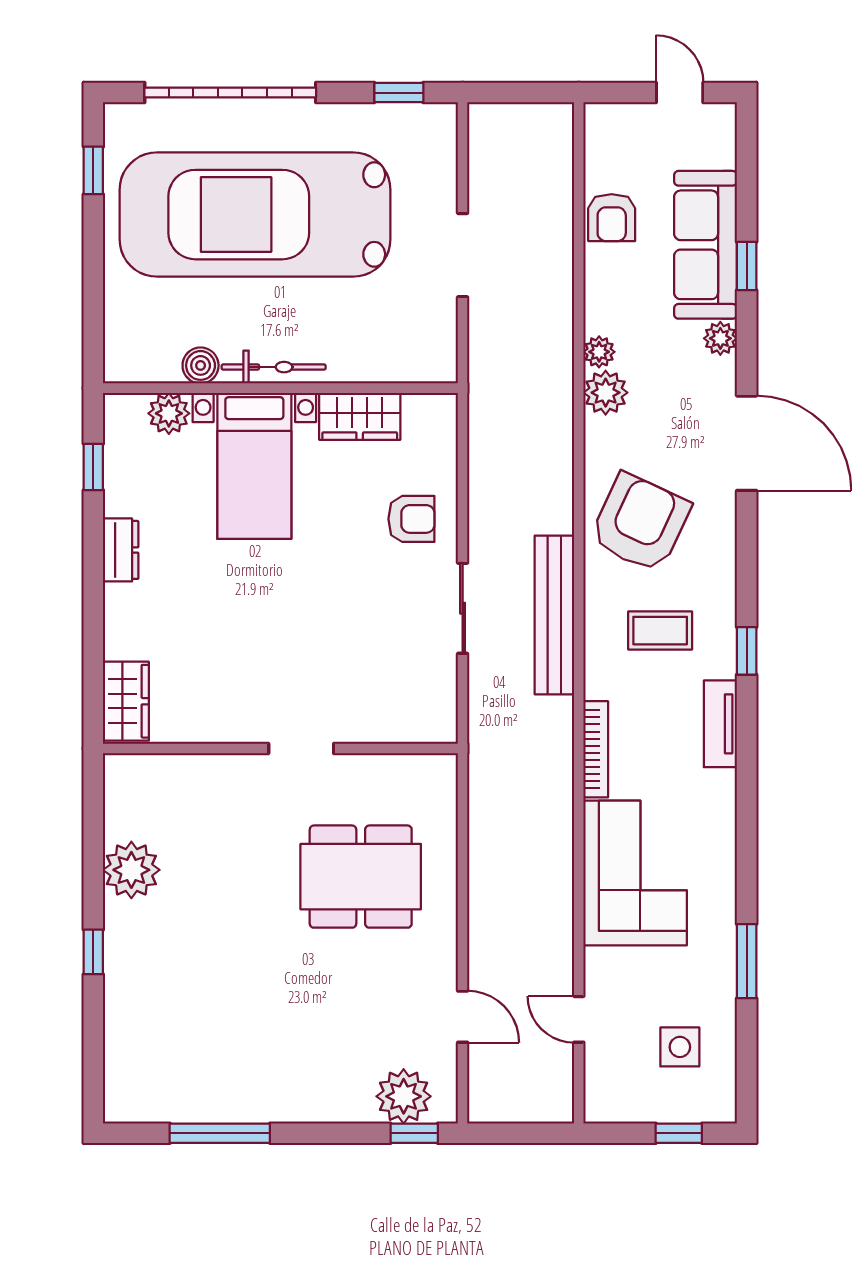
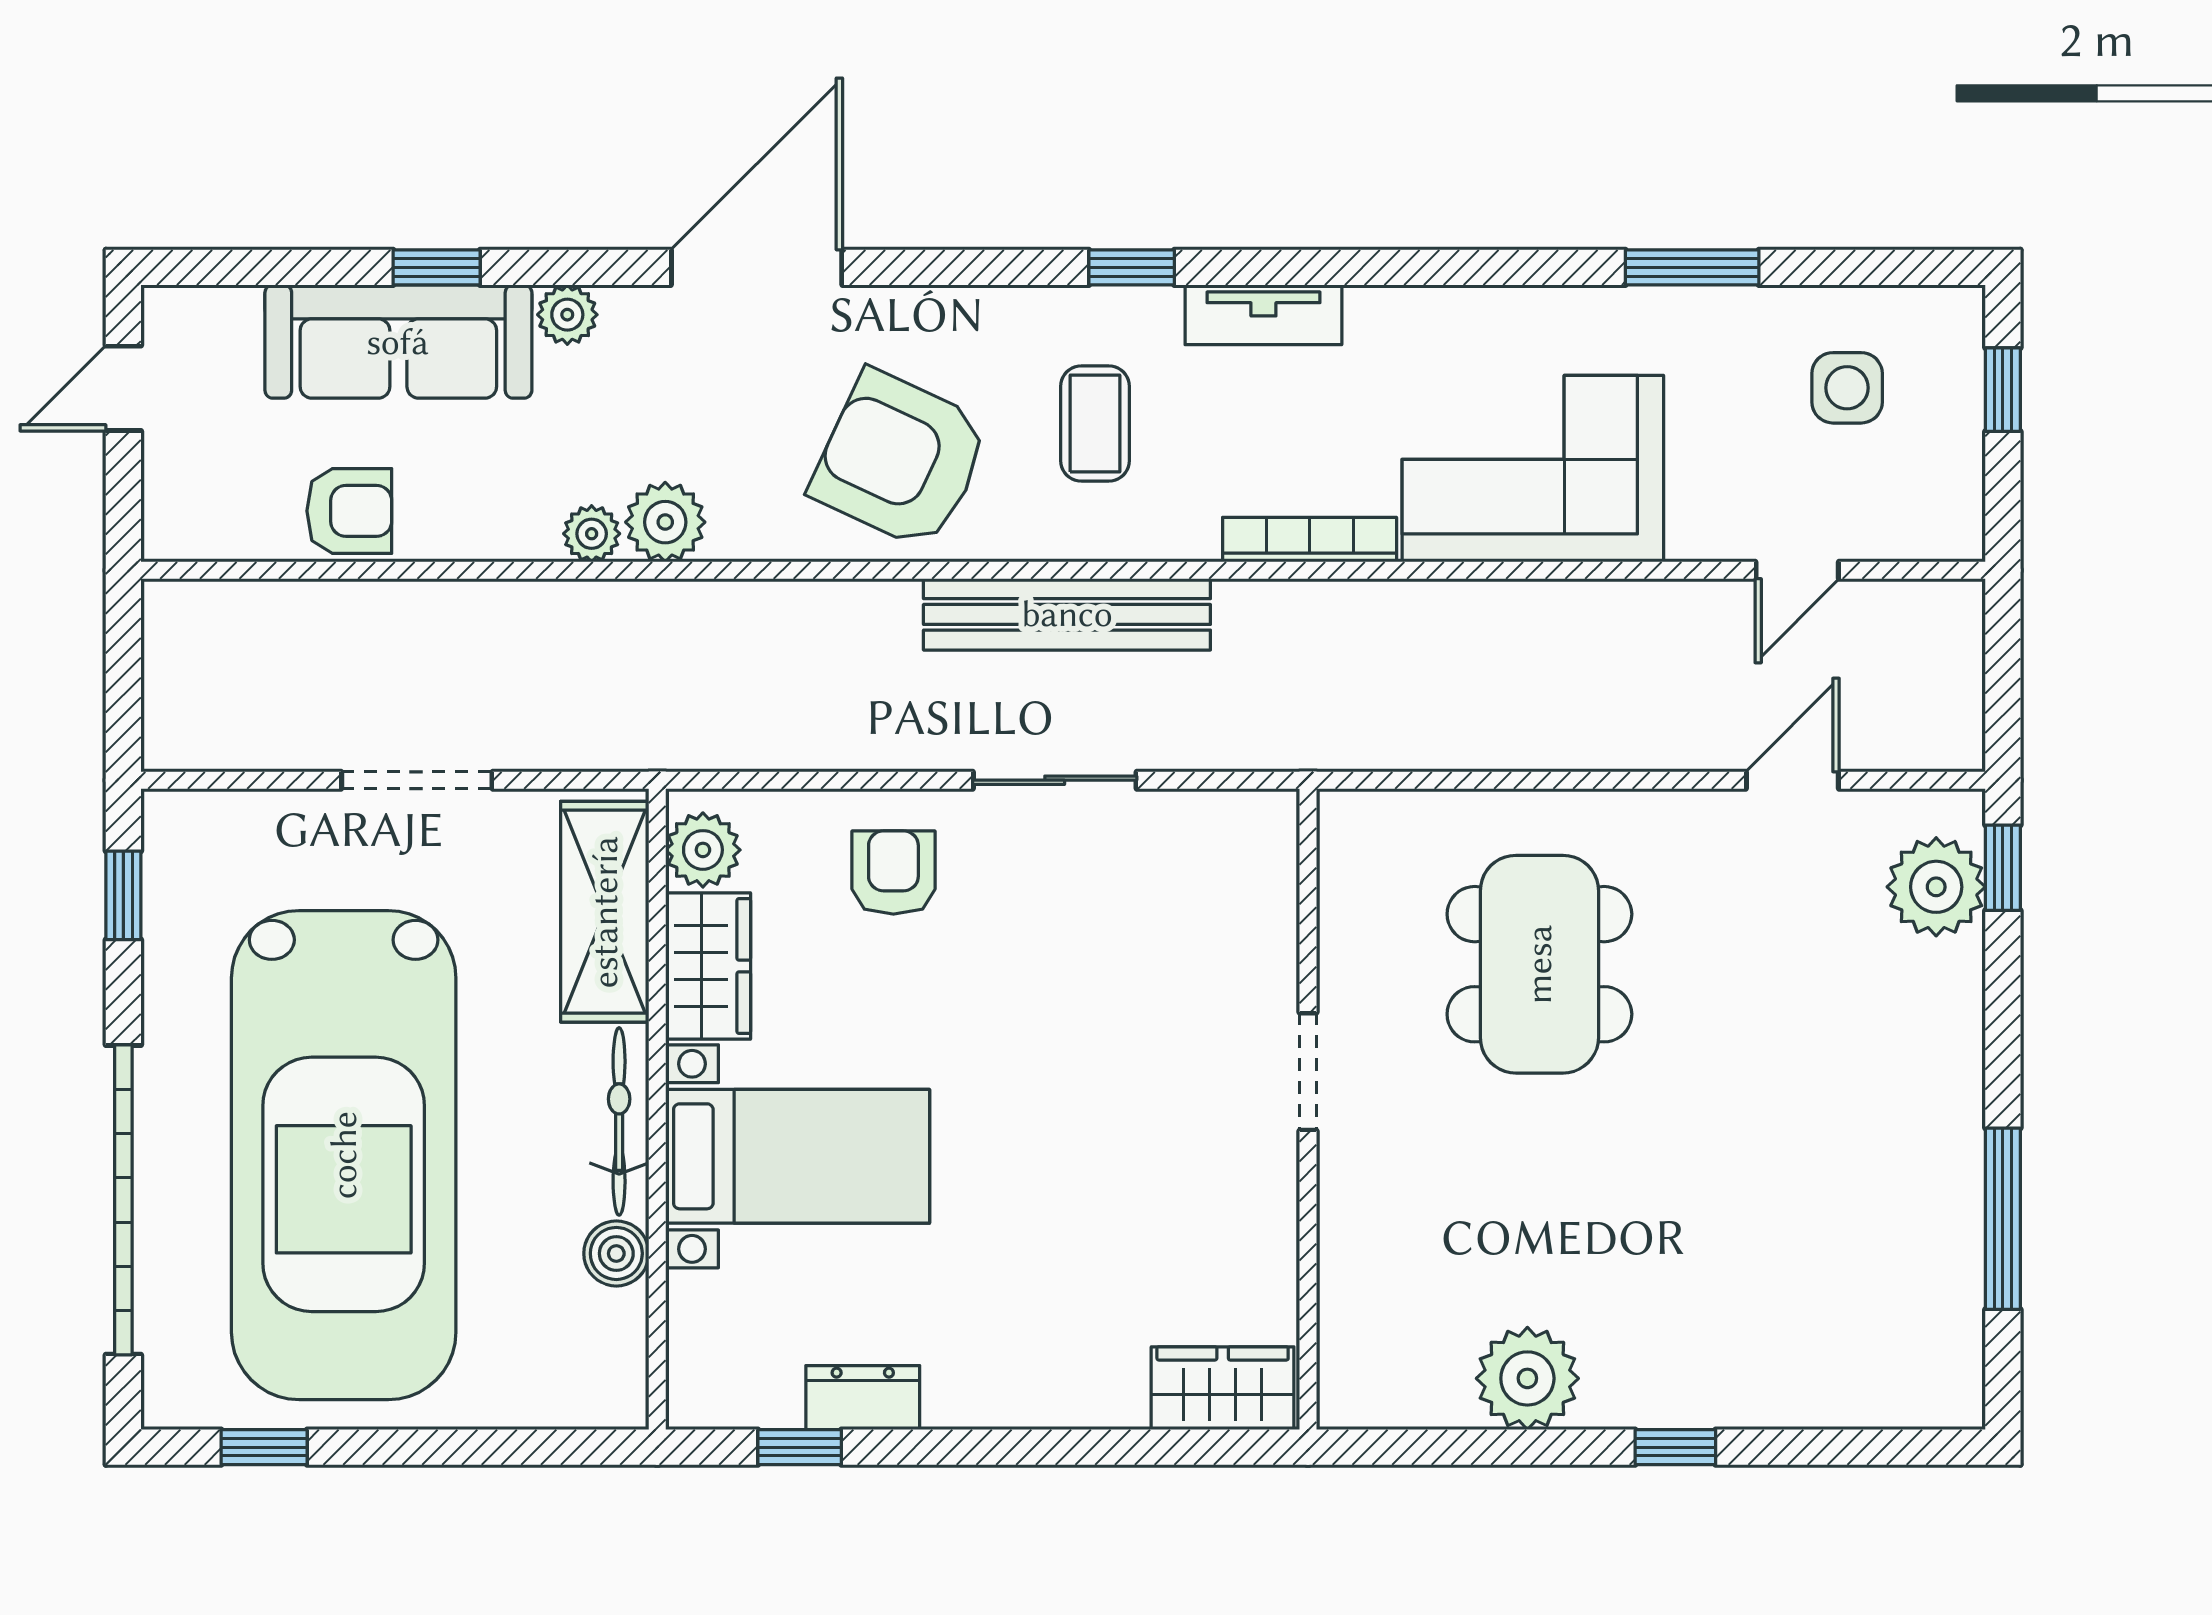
shelving: (390, 359) -> (605, 912), added
plant: (169, 413) -> (703, 850), moved
dresser: (121, 550) -> (863, 1398), moved

